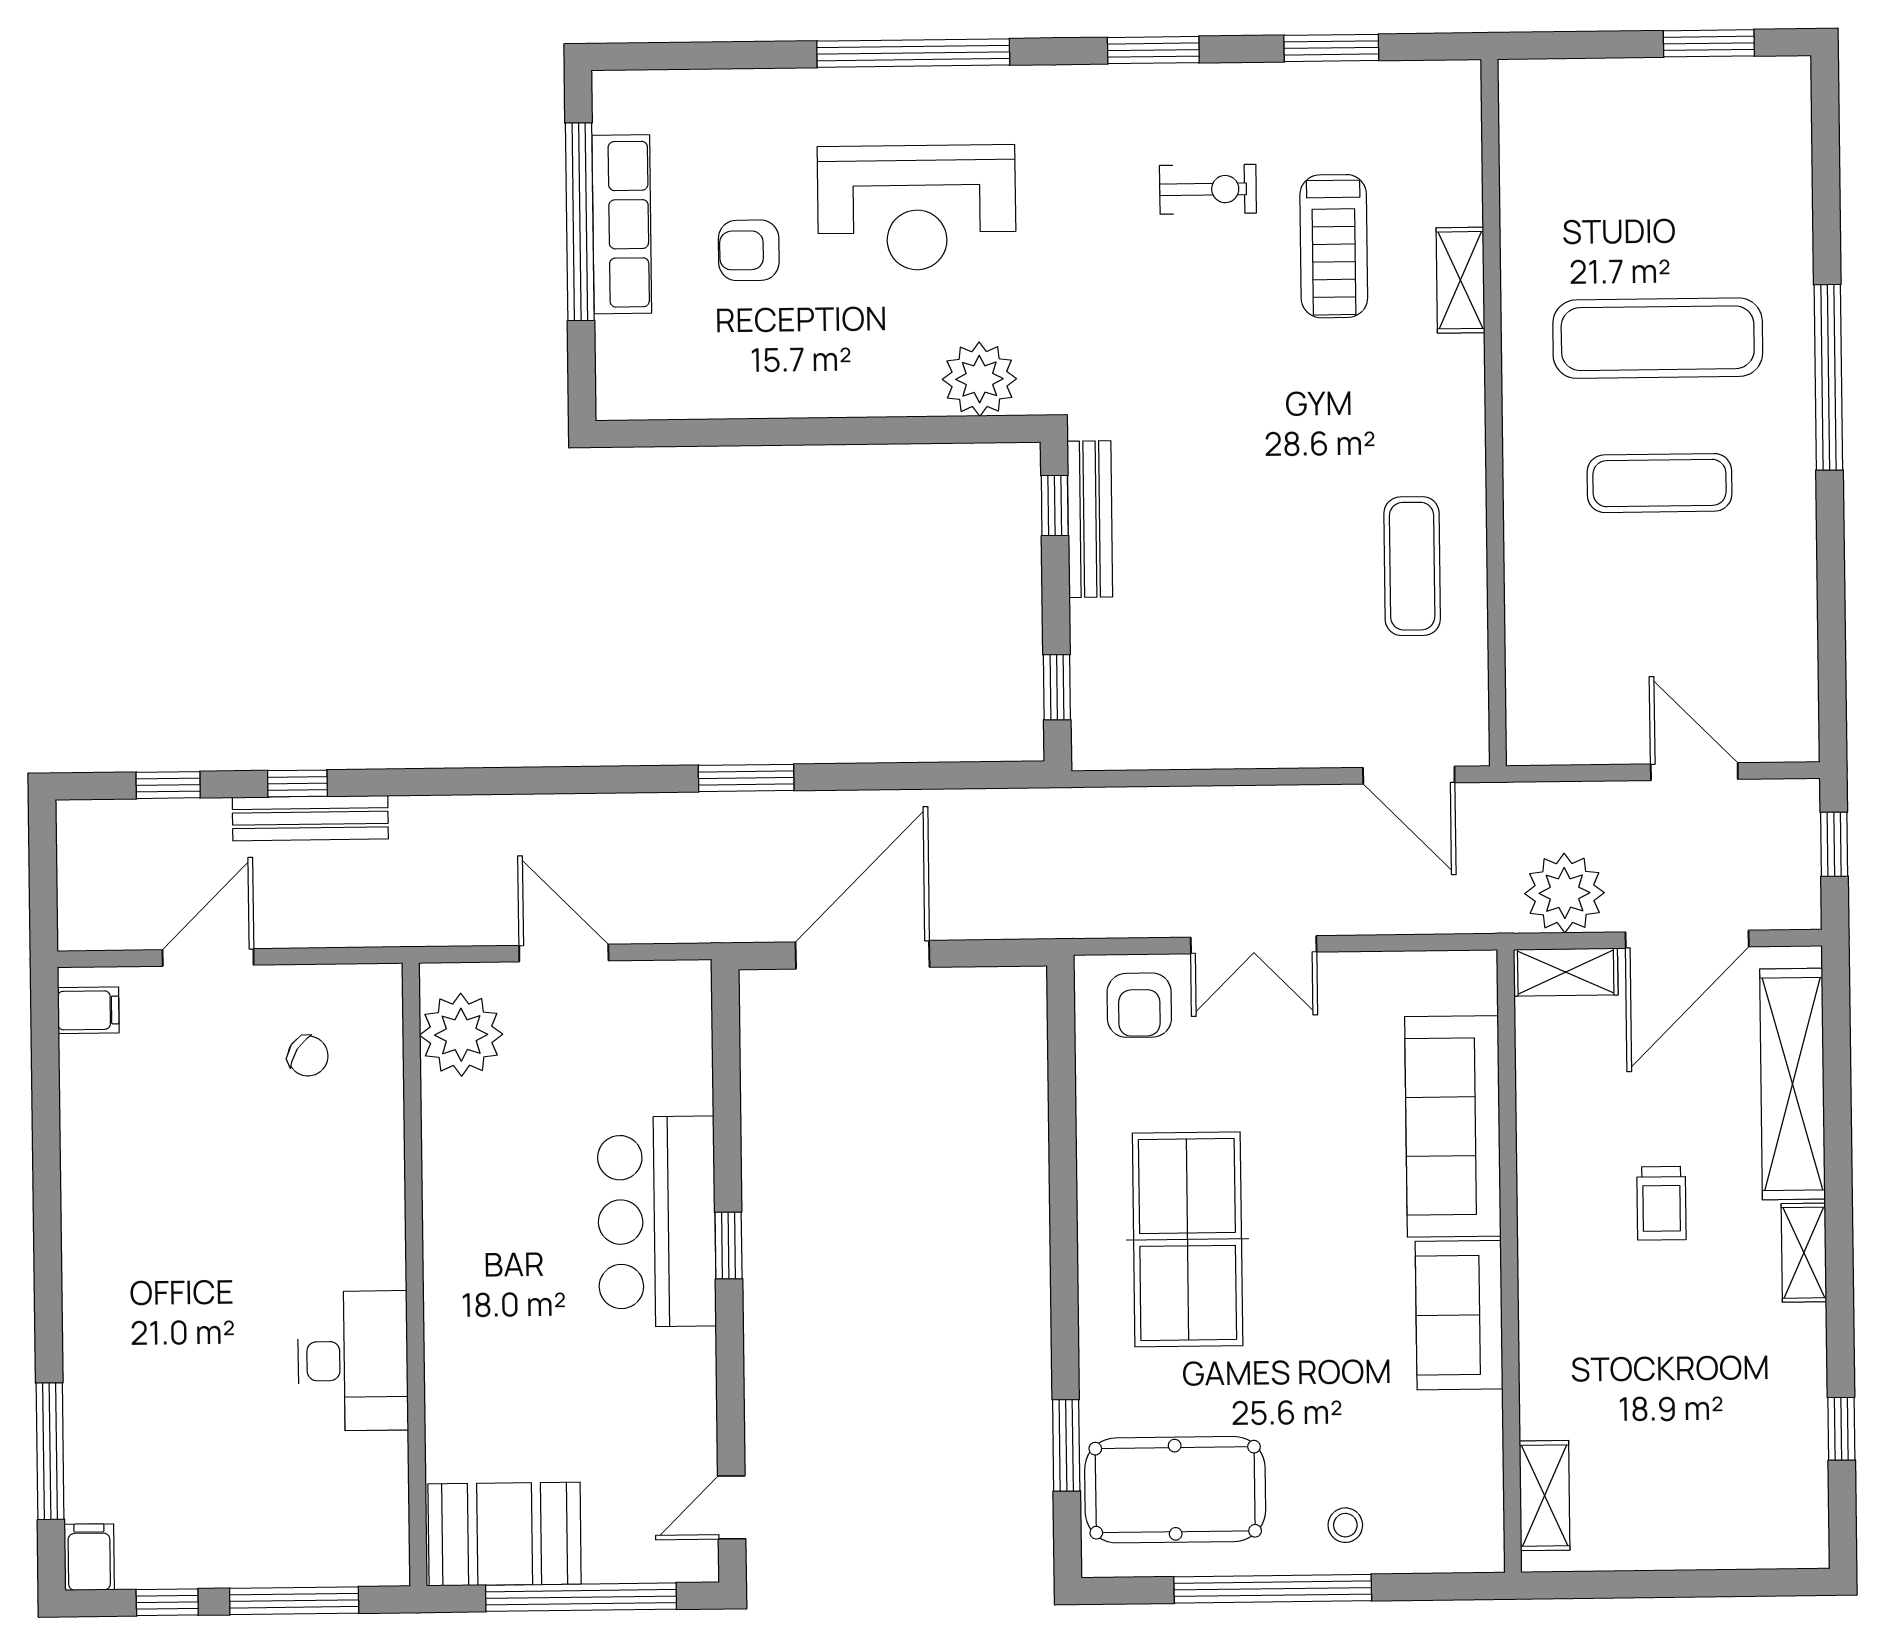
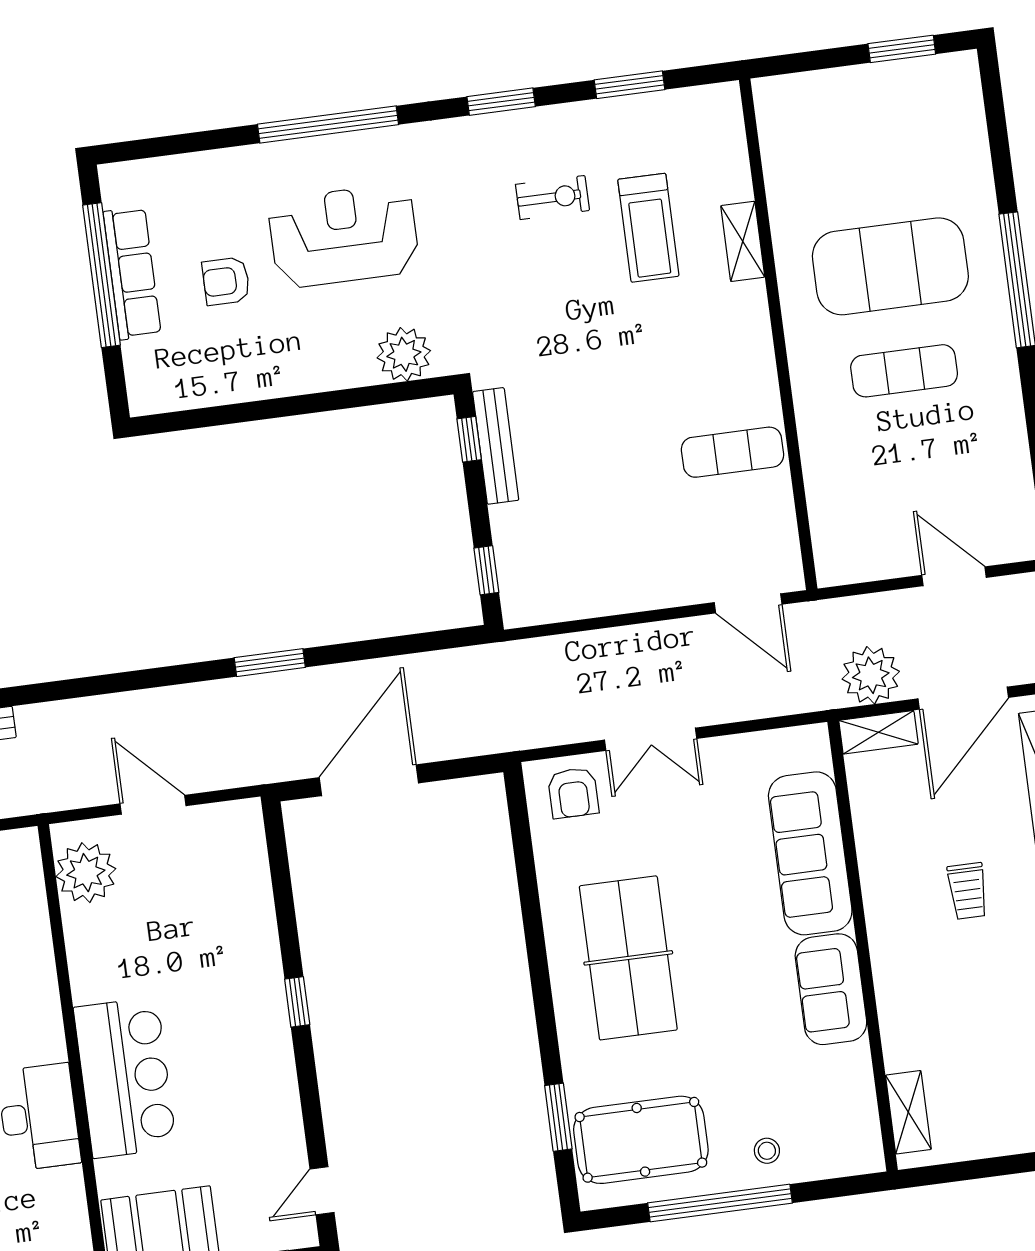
reception desk: (917, 208) -> (344, 236), turned 180
exercise mat: (1658, 338) -> (890, 266), width x1.47
exercise mat: (1412, 566) -> (733, 452), turned 90
bar counter: (657, 1222) -> (125, 1078), moved, turned 180

